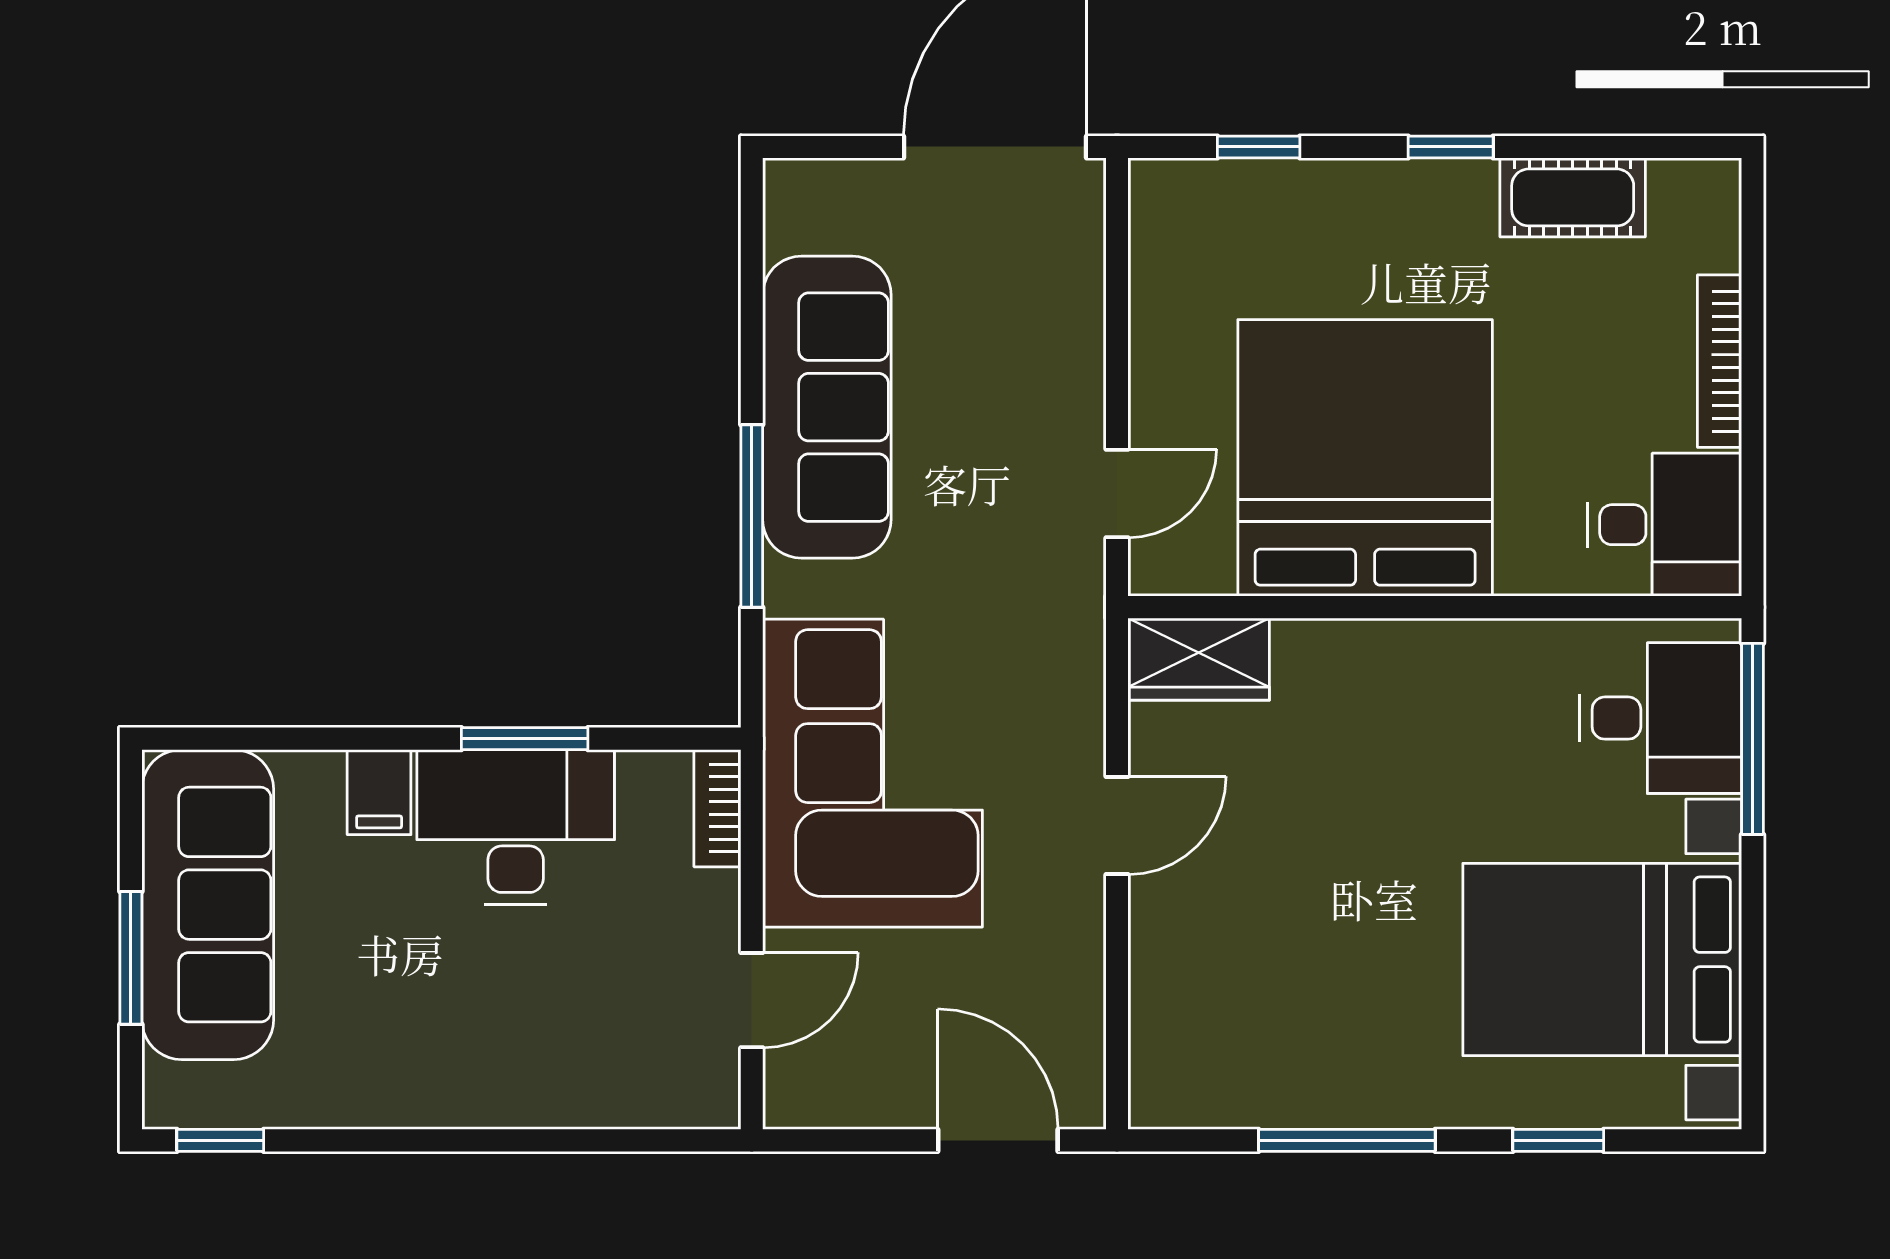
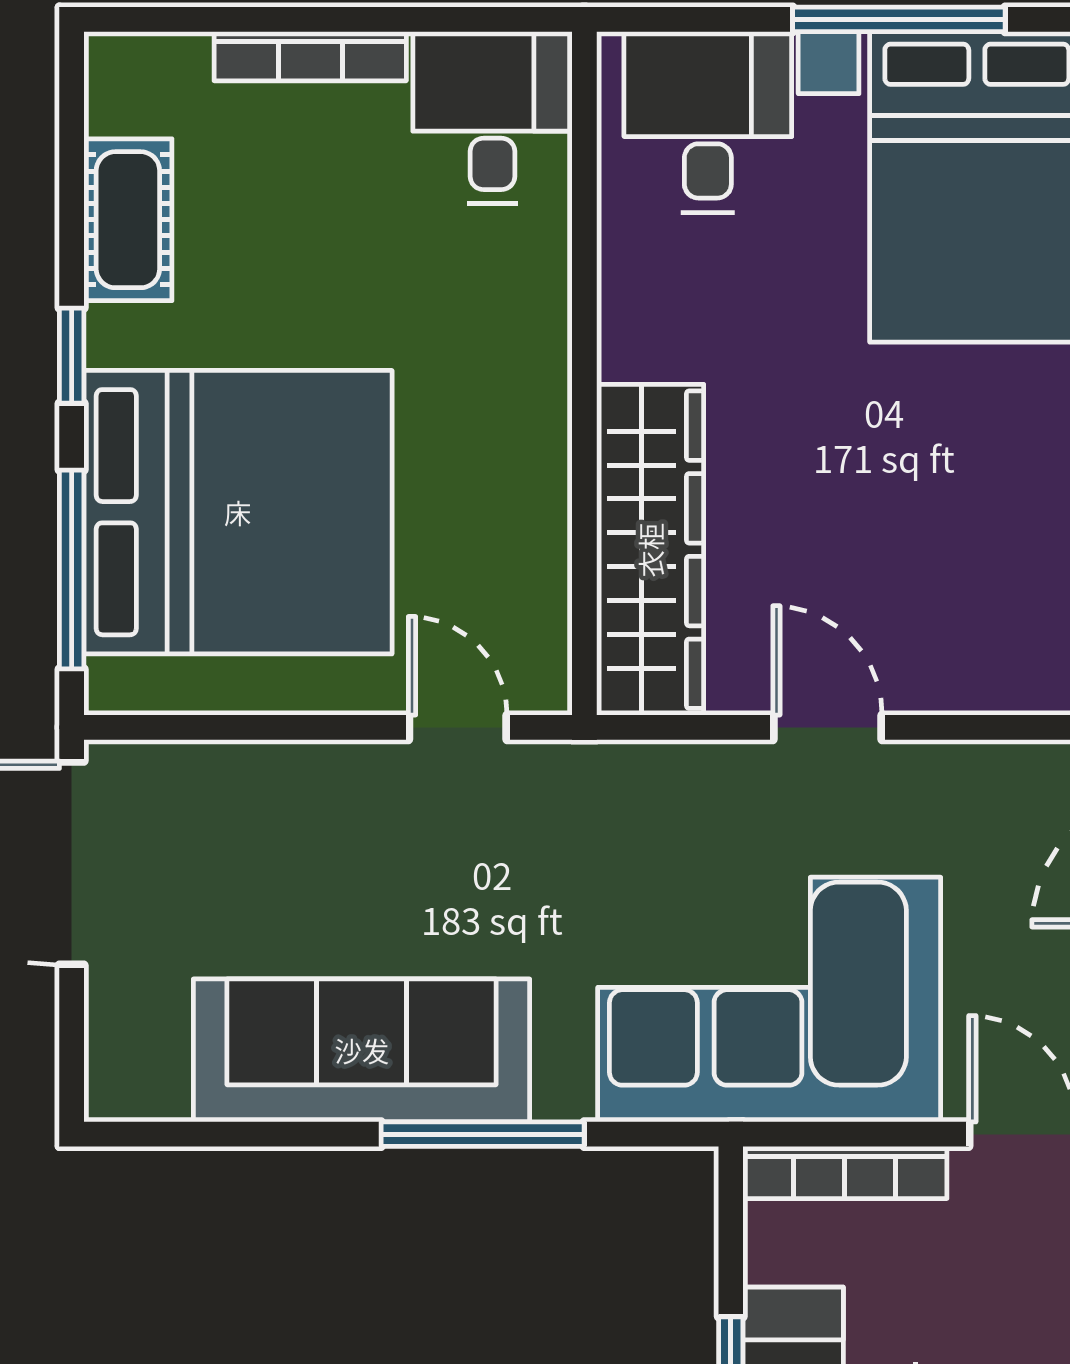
window: (1259, 147) -> (72, 570), width x2.17
bed: (1365, 458) -> (238, 512), moved, turned 180
wardrobe: (1199, 659) -> (650, 550), width x2.10, depth x1.17
window: (1753, 739) -> (899, 19), moved
bookcase: (717, 808) -> (845, 1172), width x1.56

